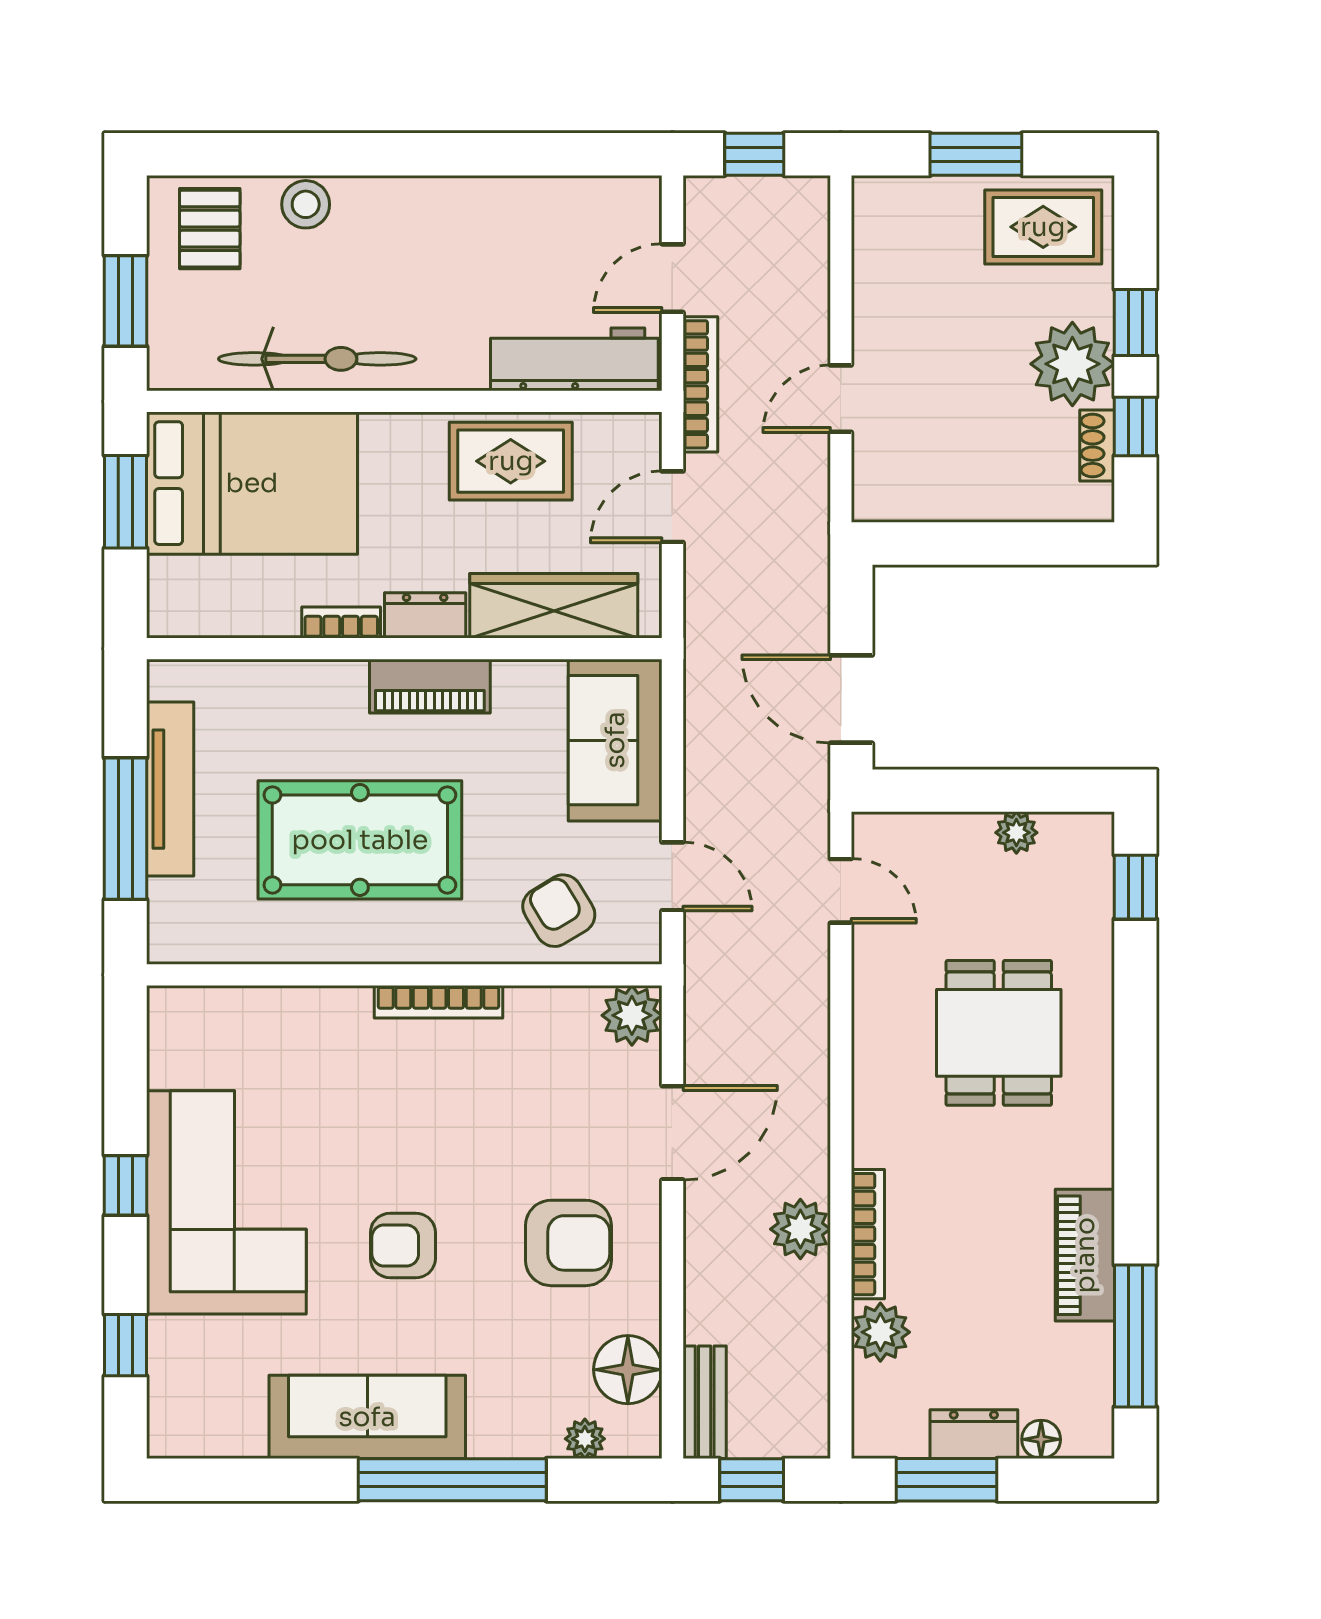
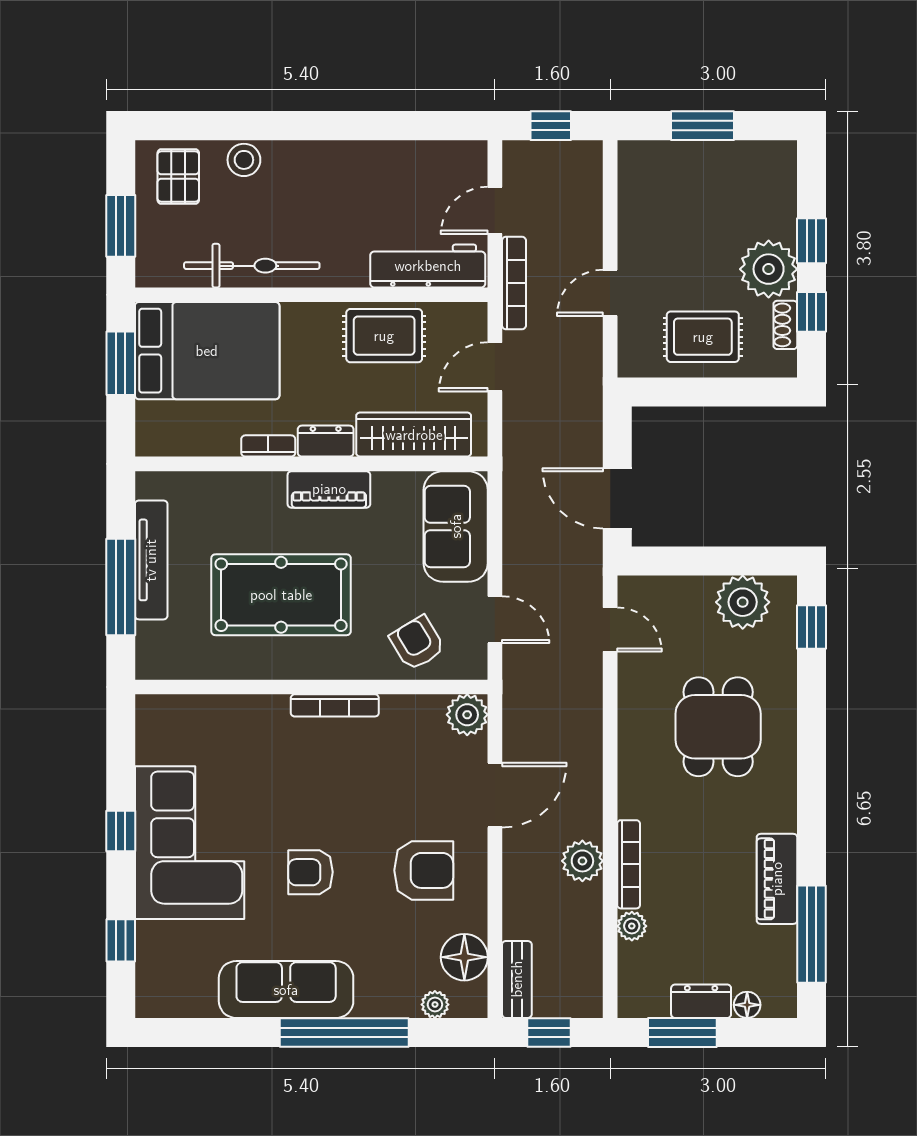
rug: (1043, 227) -> (703, 337), moved
plant: (1016, 833) -> (743, 602), width x1.88, depth x1.88
plant: (880, 1332) -> (632, 926), width x0.73, depth x0.73

